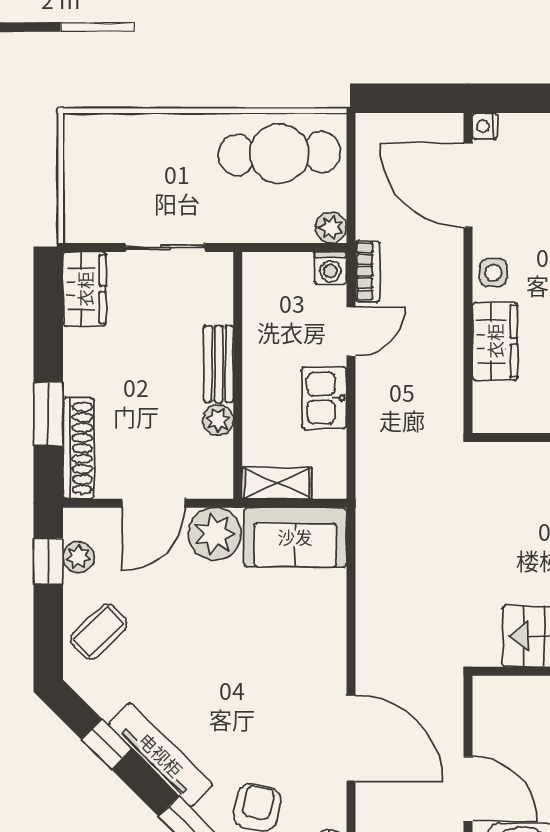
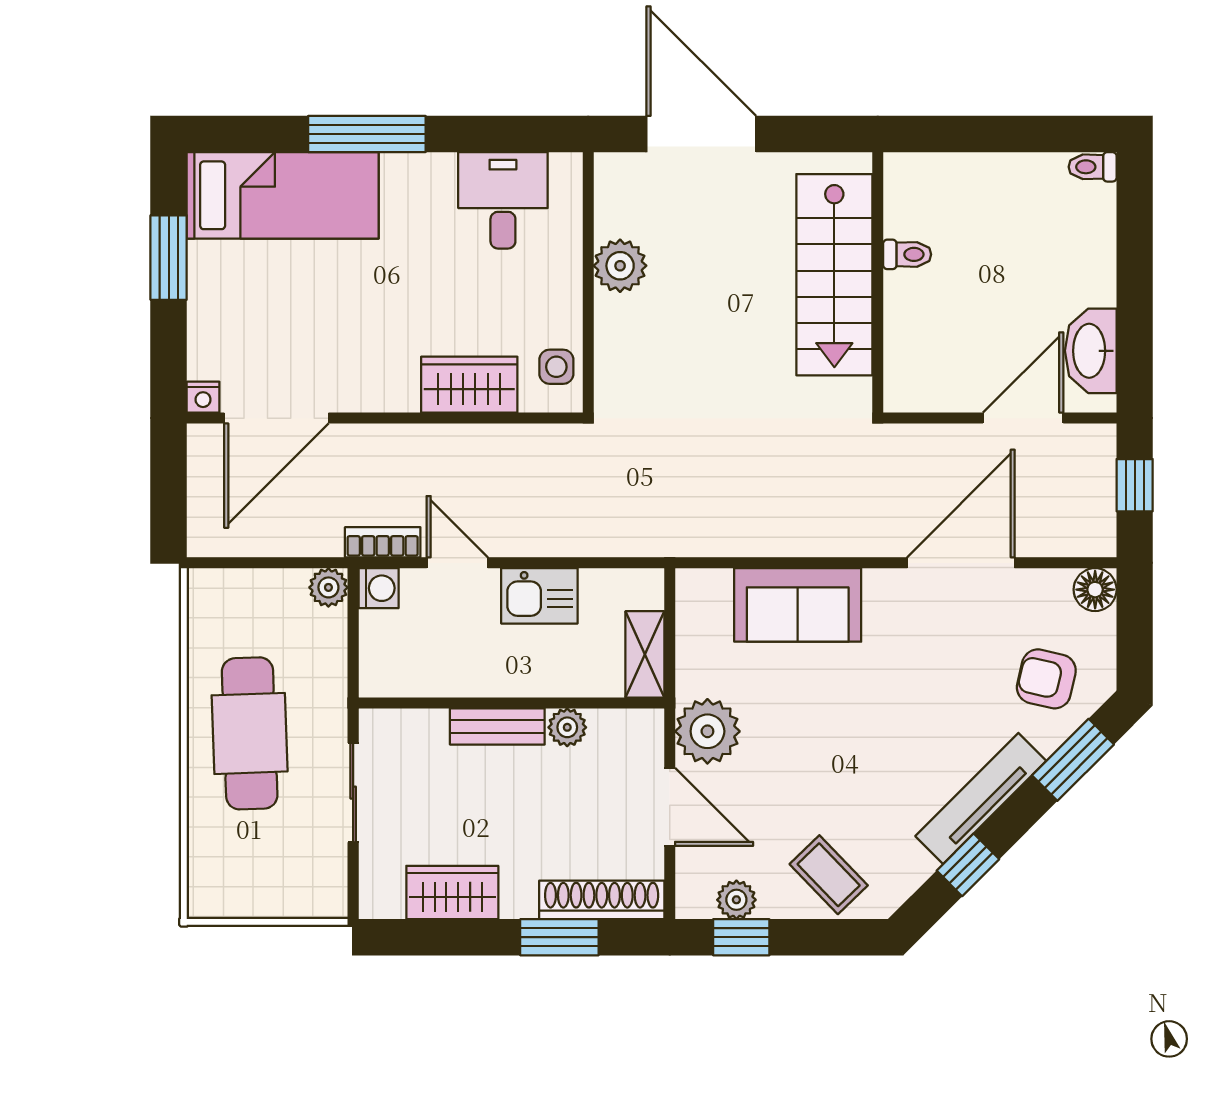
cafe table: (279, 153) -> (250, 733), moved
side table: (493, 273) -> (556, 367), moved
wardrobe: (85, 289) -> (452, 892), moved
sofa: (295, 537) -> (798, 605), moved, turned 90

